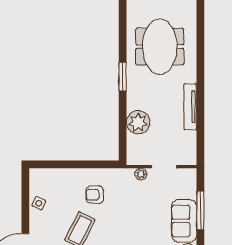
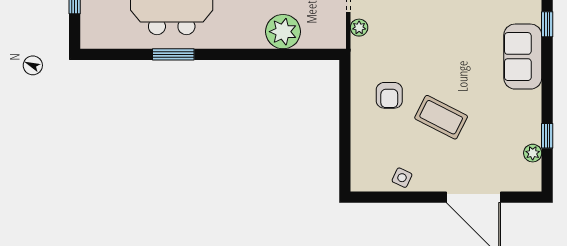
window: (123, 77) -> (173, 54), moved

